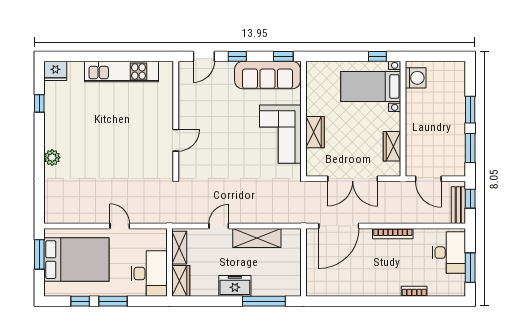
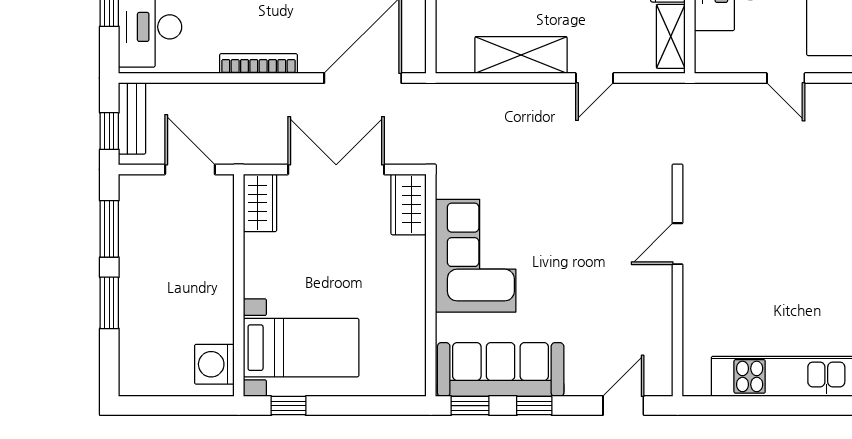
window: (237, 56) -> (534, 406), moved
wardrobe: (315, 132) -> (409, 204), moved
wardrobe: (392, 146) -> (260, 203), moved

